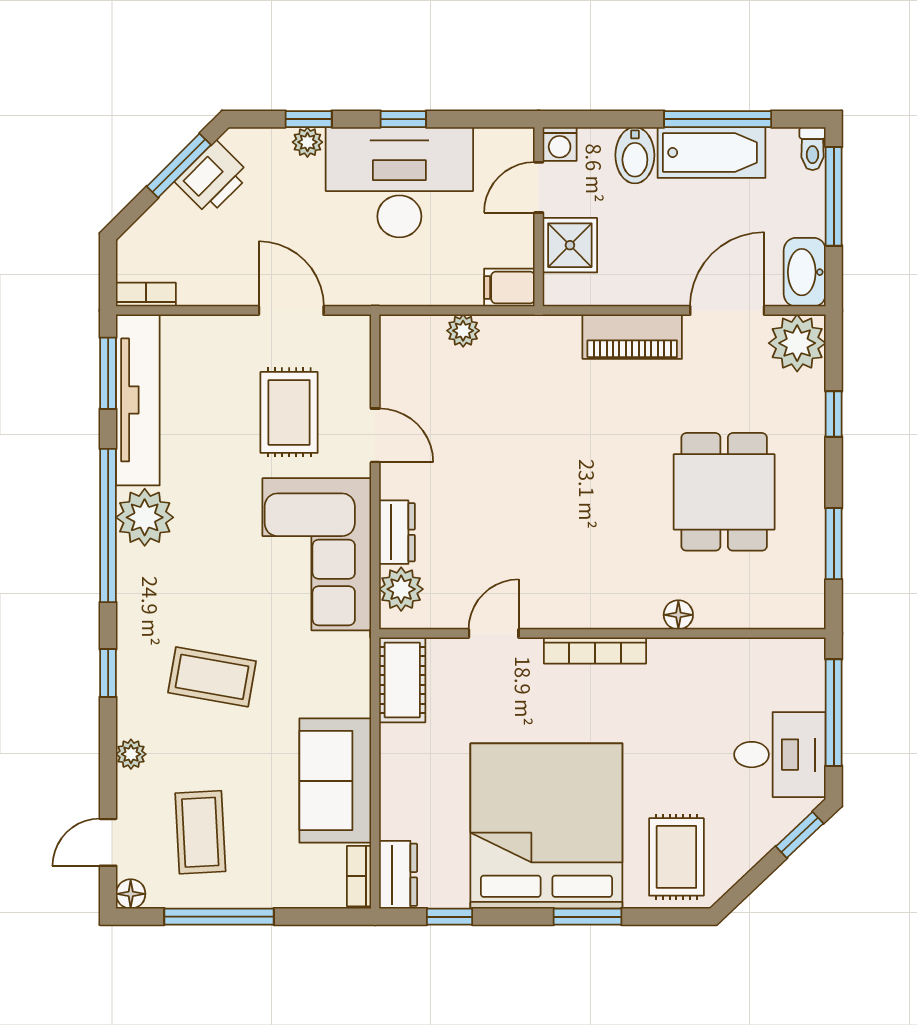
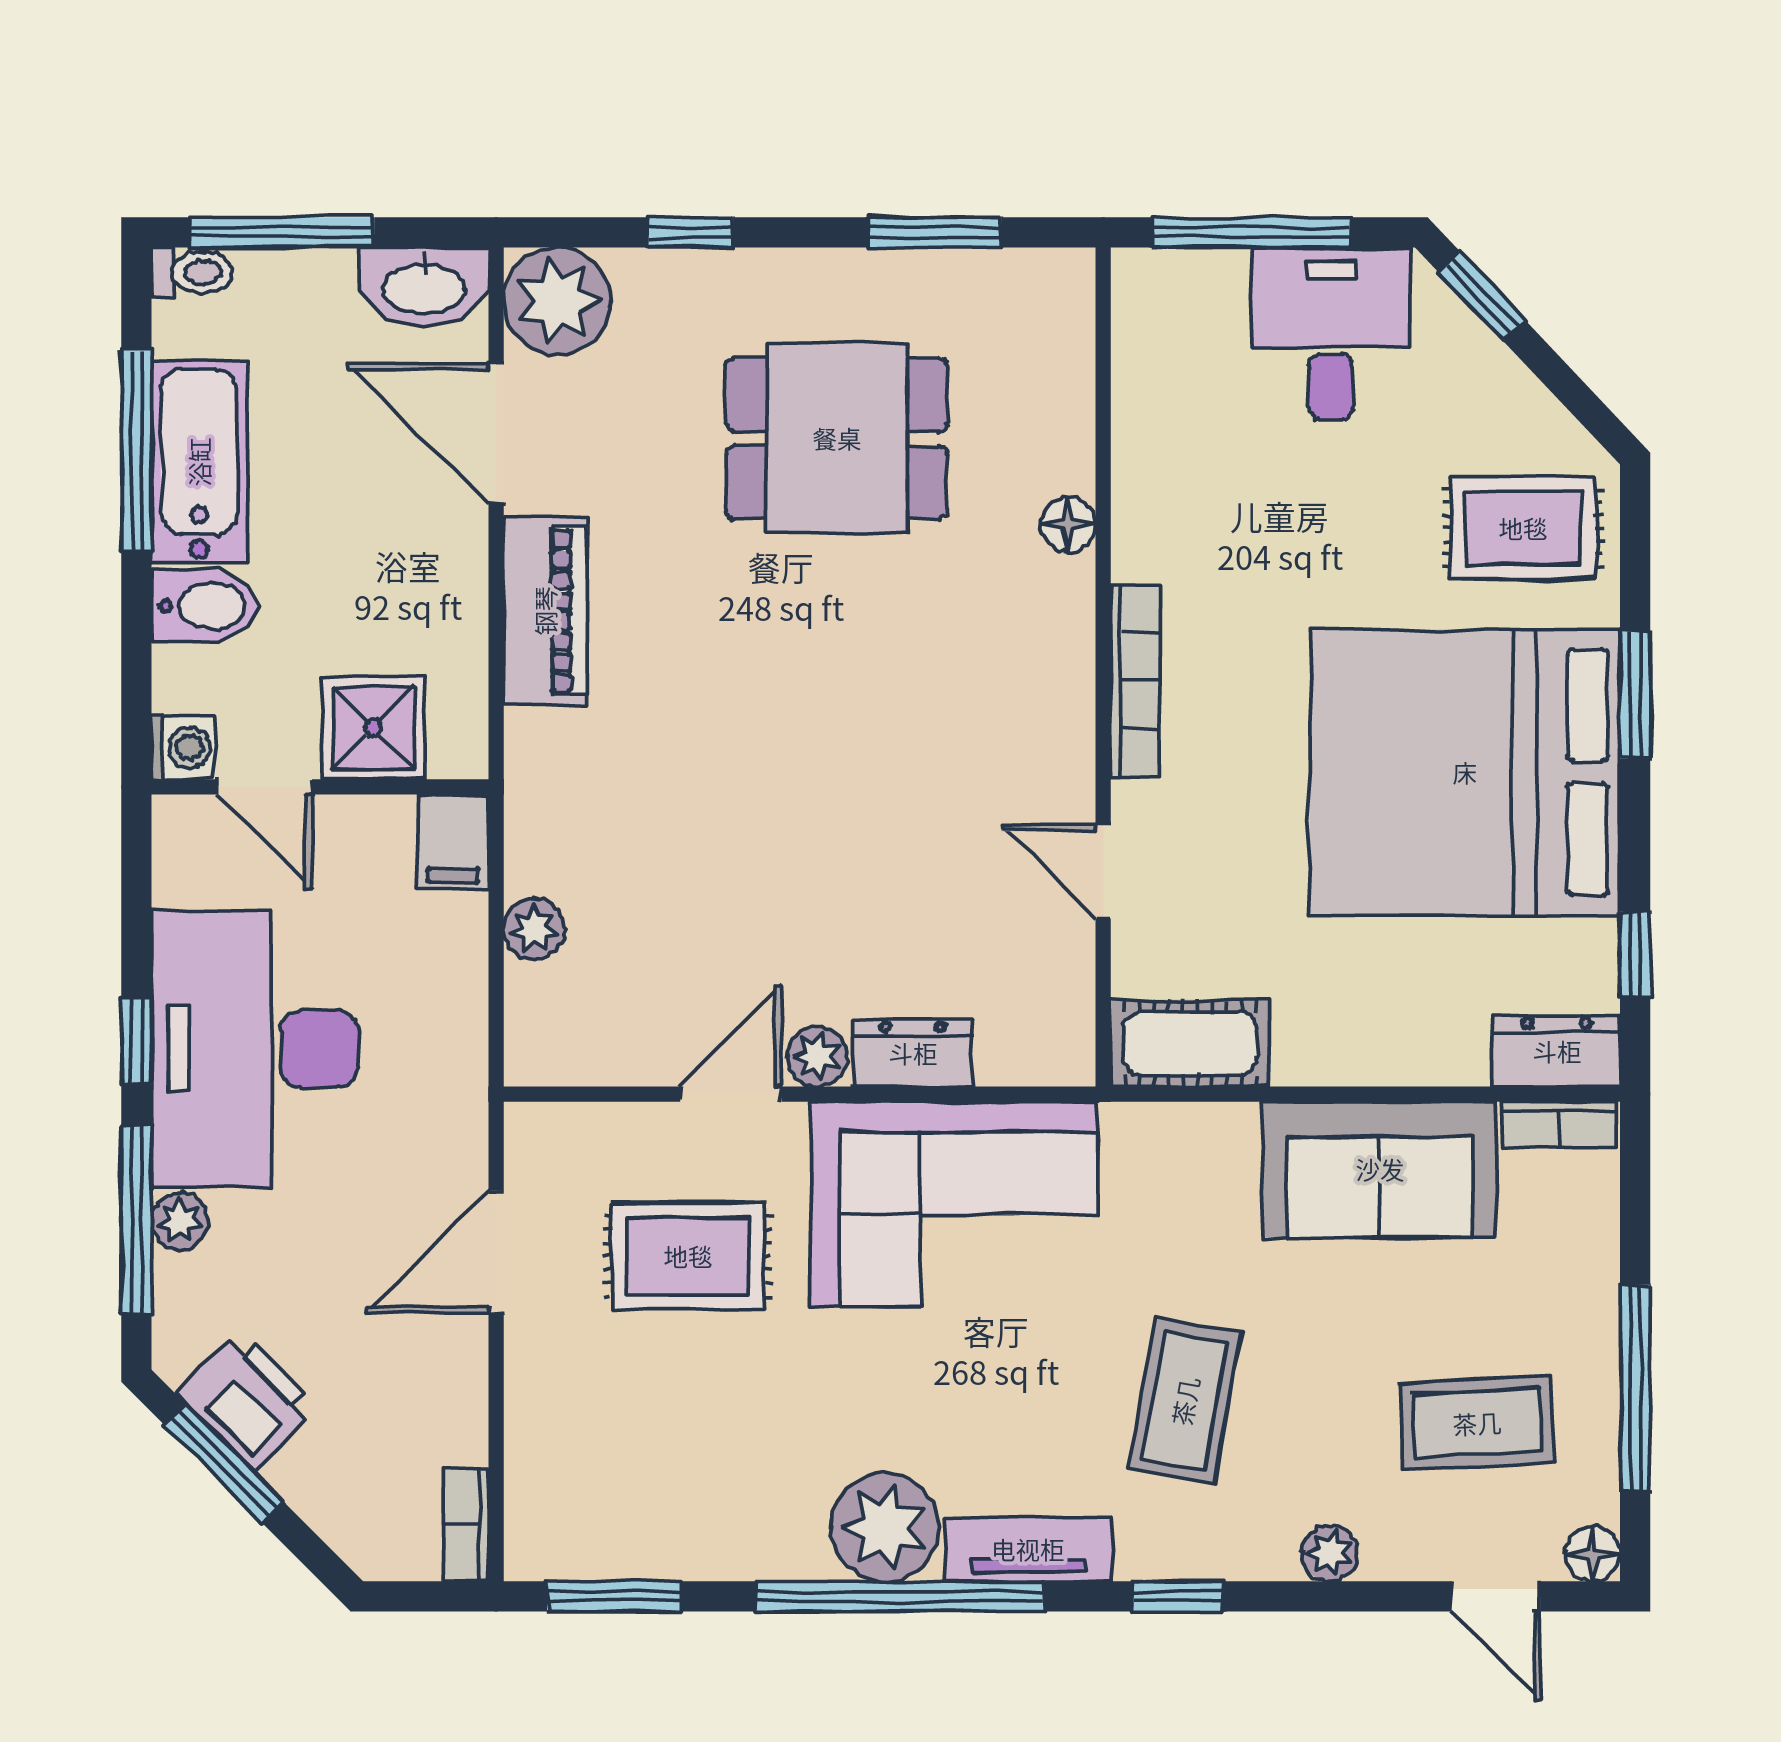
window: (309, 119) -> (136, 1219), width x2.17
tv unit: (138, 400) -> (1028, 1549), moved, width x0.52, depth x0.78
plant: (401, 589) -> (817, 1057), moved, width x0.73, depth x0.73

